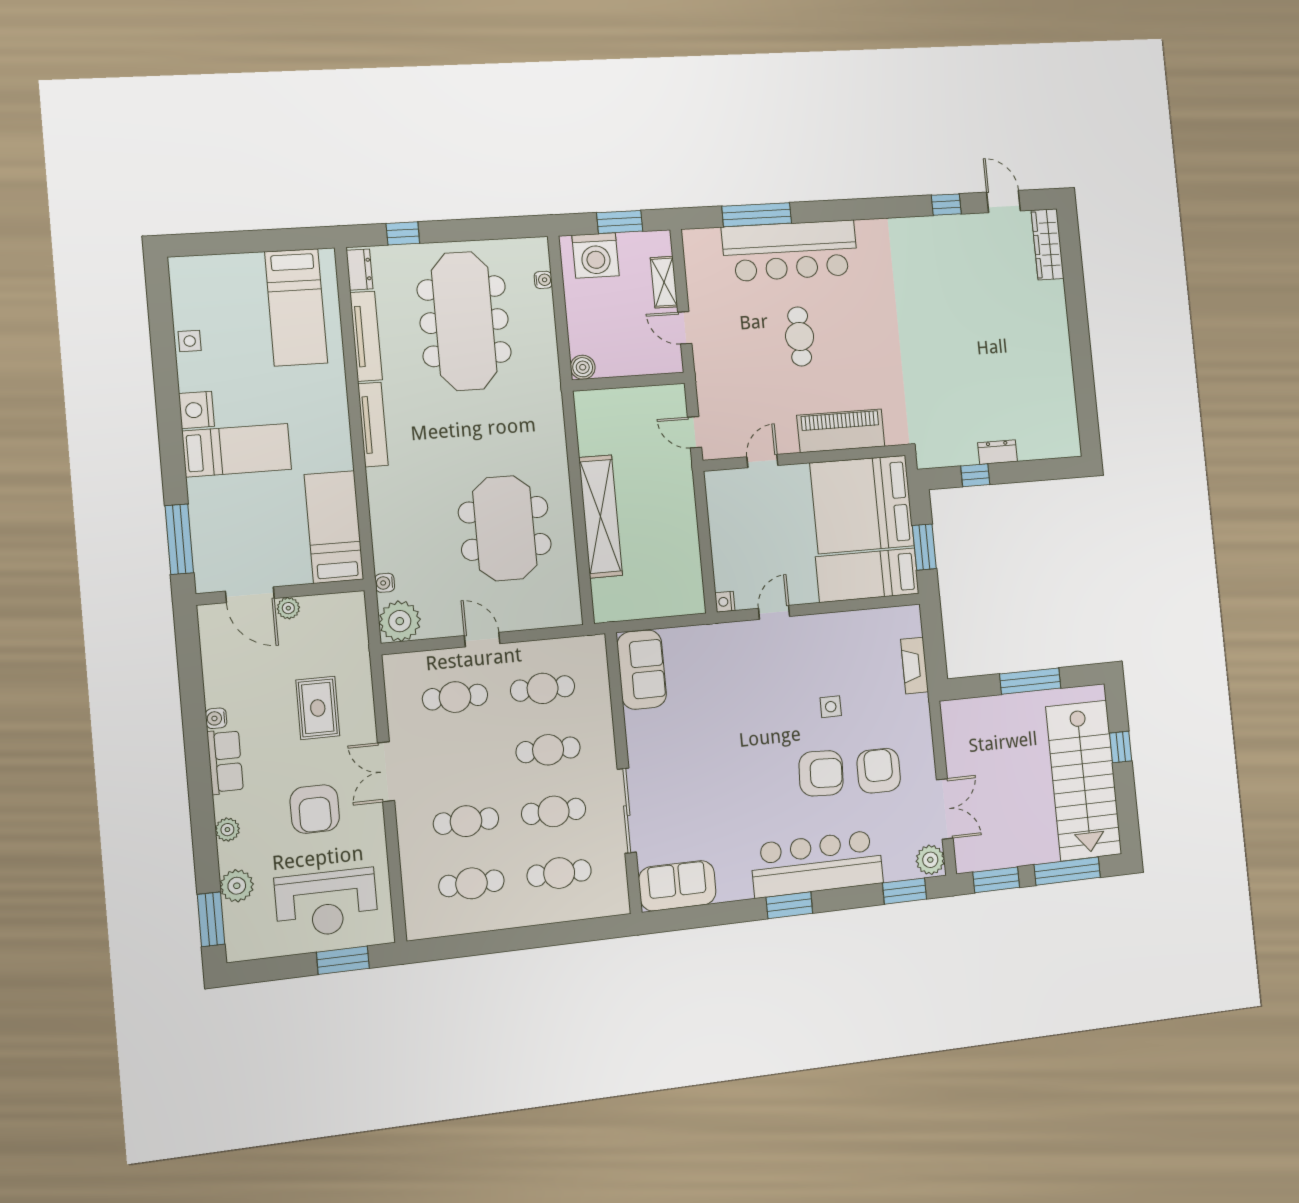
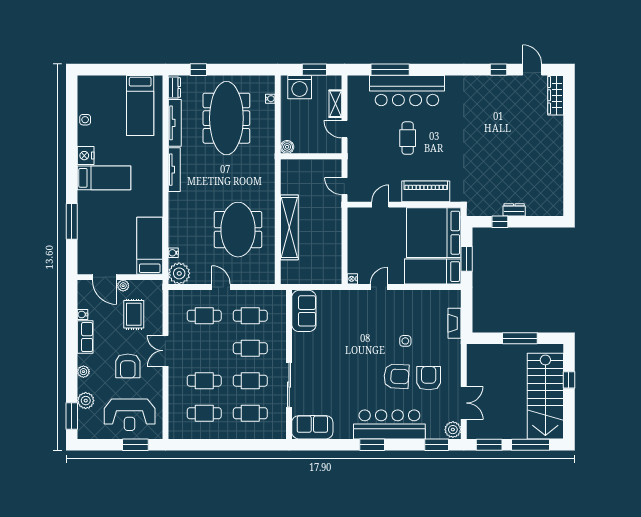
bed: (334, 527) -> (150, 246), moved
wall: (281, 592) -> (120, 277), moved
door: (250, 595) -> (104, 277), moved
plant: (288, 608) -> (123, 286), moved

